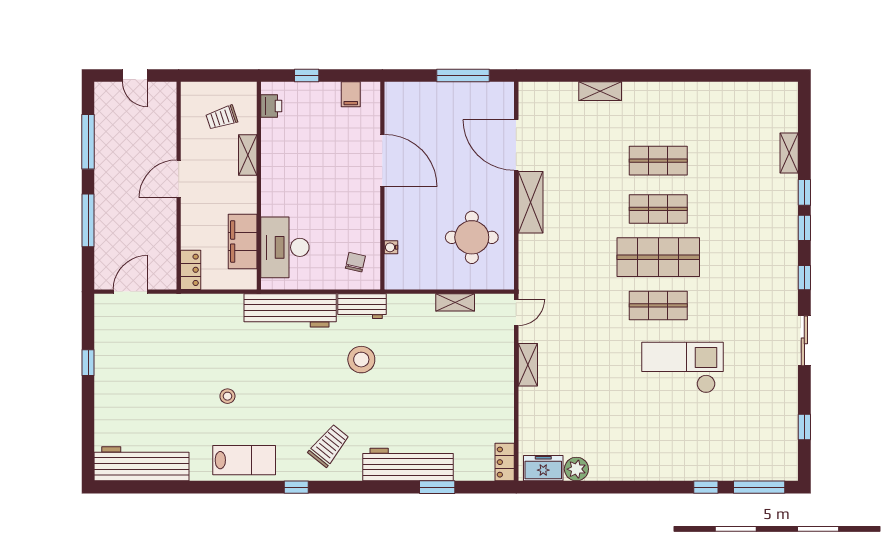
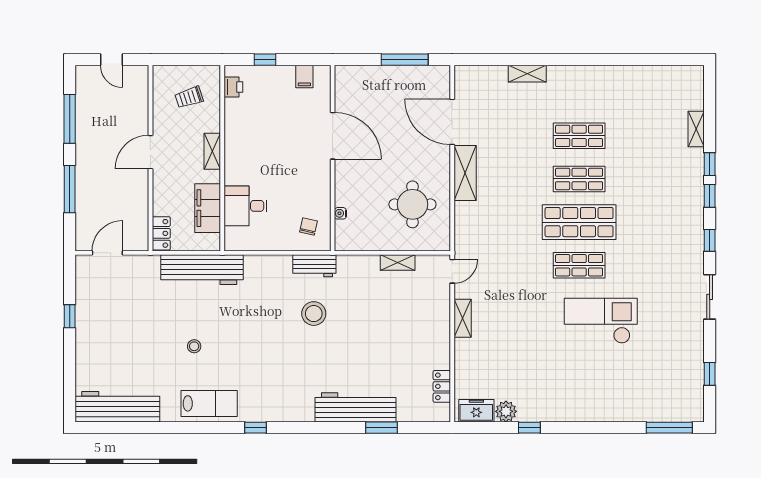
shelving: (248, 155) -> (212, 151), moved
desk: (285, 247) -> (246, 206), width x0.73
workbench: (290, 310) -> (202, 270), moved
trolley: (329, 445) -> (285, 390), removed
locker: (505, 462) -> (442, 386), moved
window: (706, 487) -> (529, 428), moved

